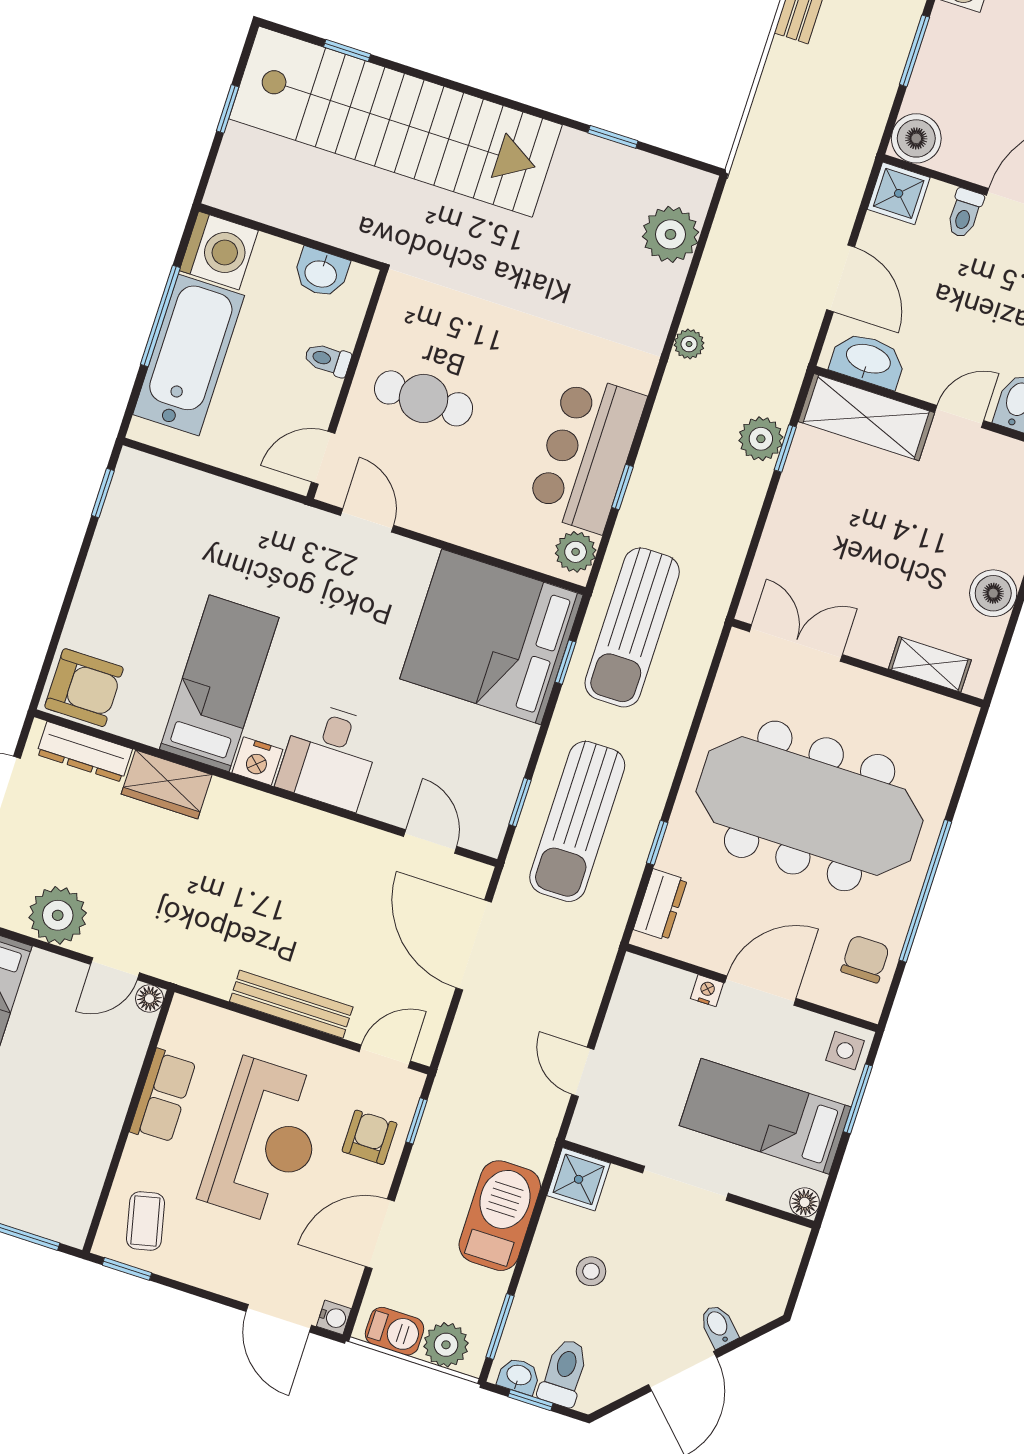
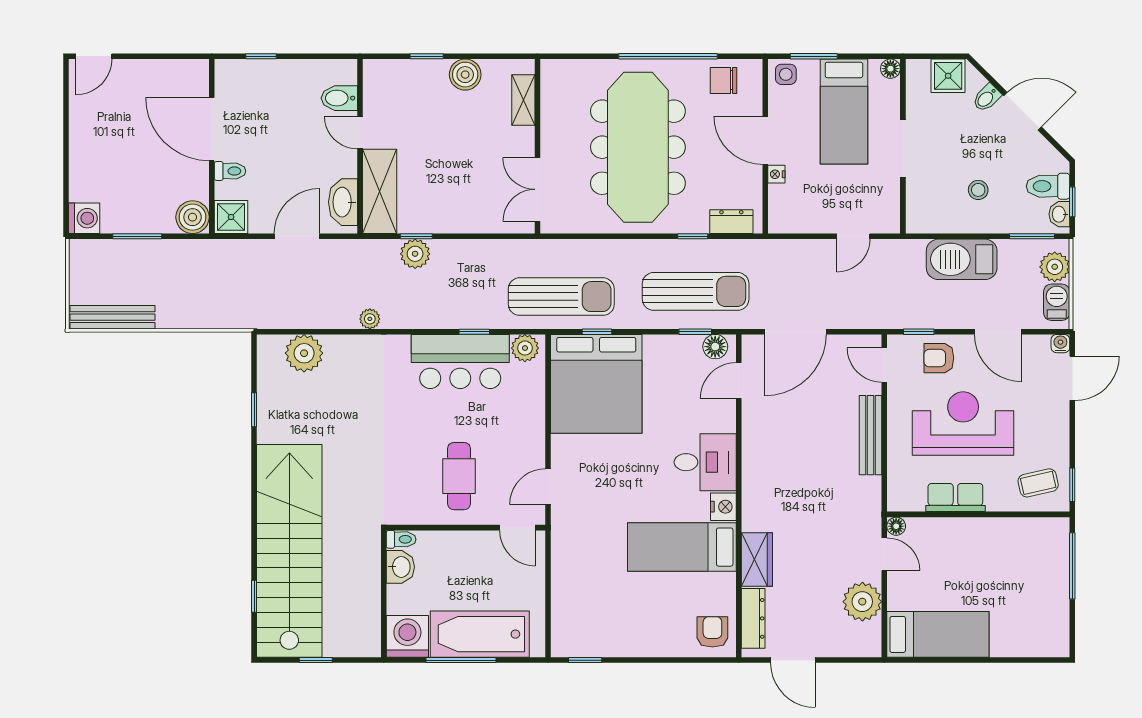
toilet: (328, 359) -> (401, 539), moved, turned -90
armchair: (84, 688) -> (712, 632), width x0.72, depth x0.72
floor lamp: (489, 824) -> (715, 347), added
shower: (579, 1179) -> (948, 76), moved

